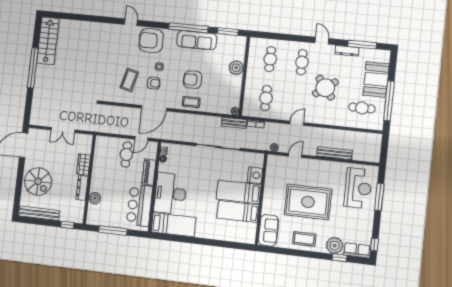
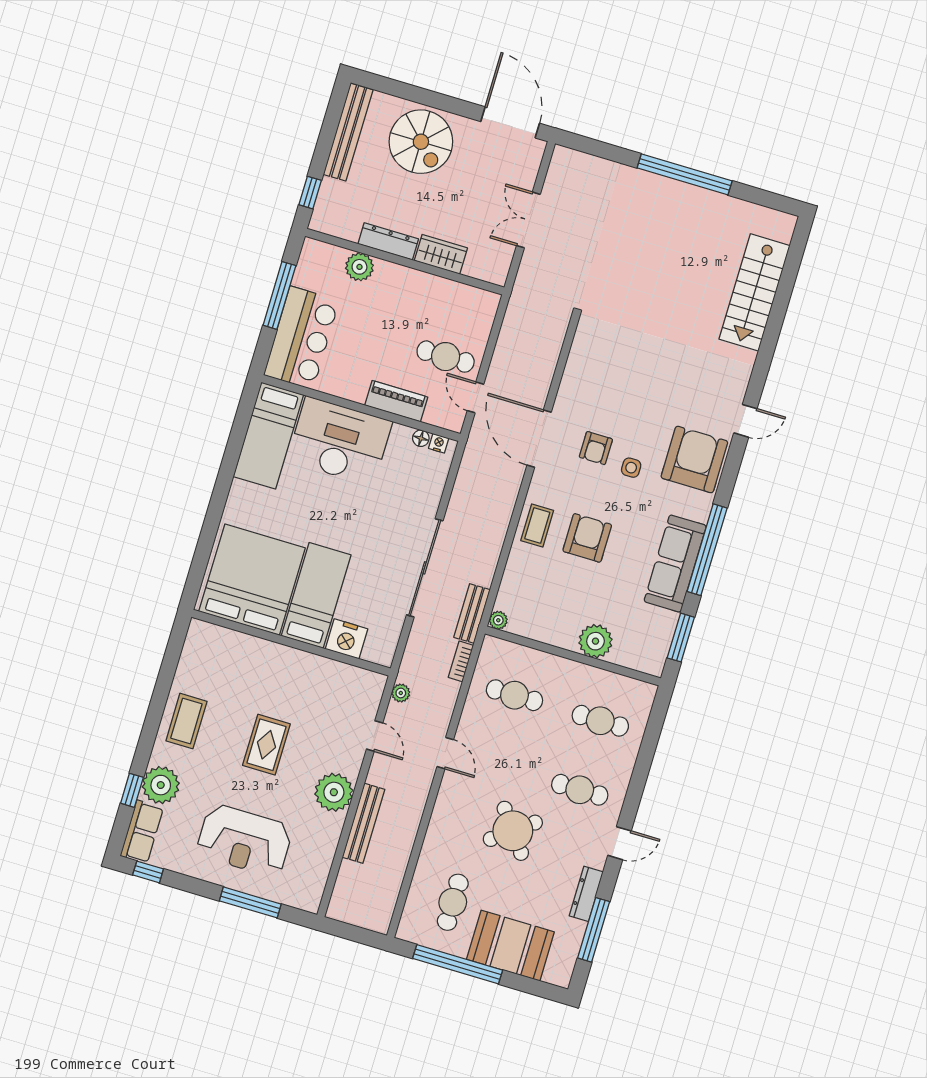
stairs: (48, 41) -> (754, 292), moved, turned 90
coffee table: (129, 80) -> (614, 393), removed
plant: (323, 169) -> (334, 792), added
spiral stairs: (38, 181) -> (421, 142), turned -90
reception desk: (358, 188) -> (244, 840), moved
rug: (308, 202) -> (266, 745), width x0.54, depth x0.49
bar counter: (140, 205) -> (302, 338), moved, turned 90
bed: (238, 211) -> (252, 580), width x2.04
sofa: (269, 230) -> (219, 646), removed

